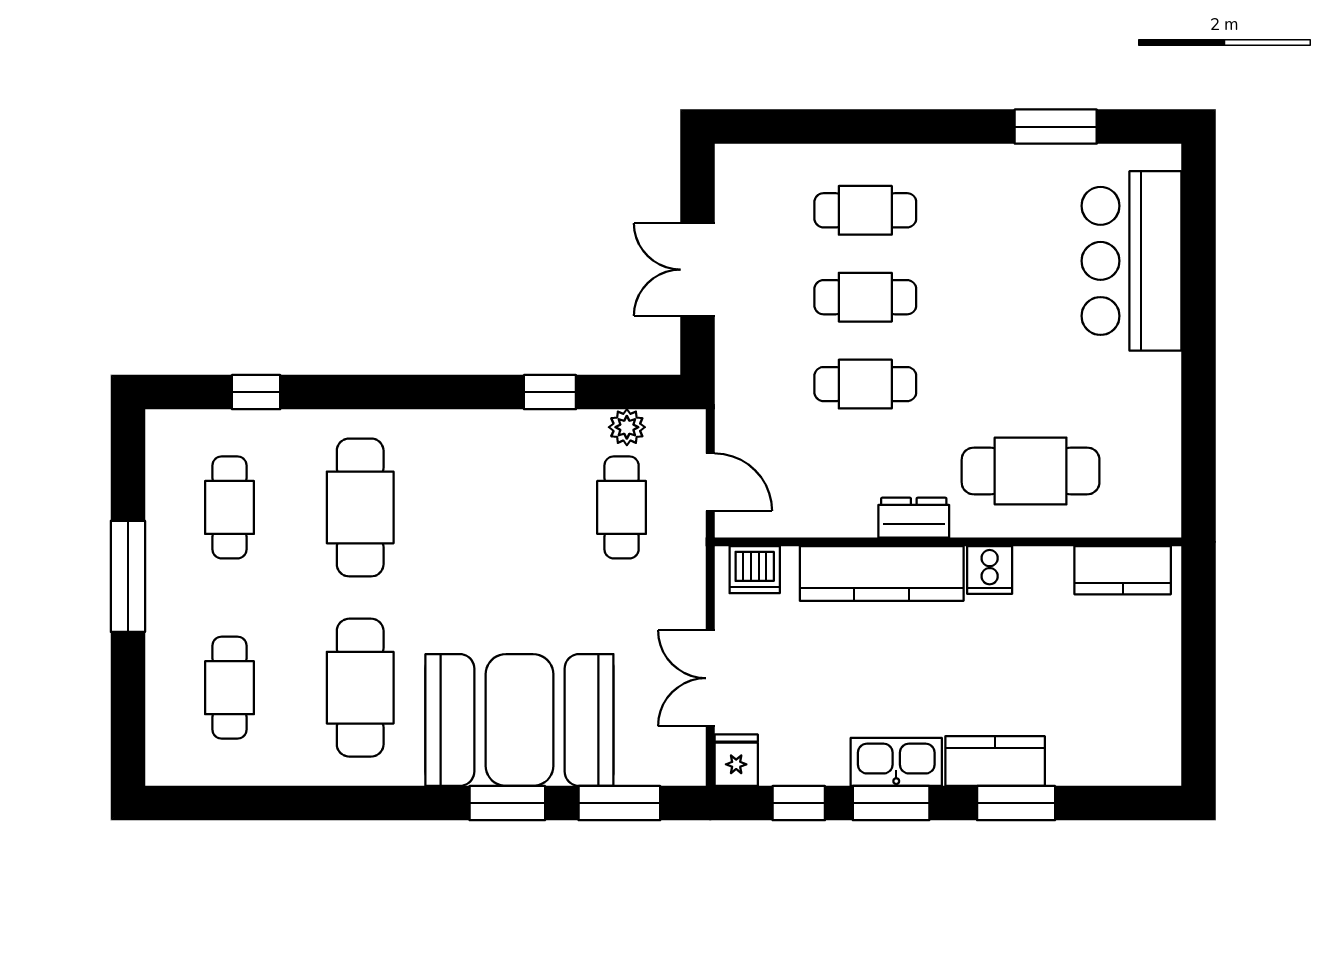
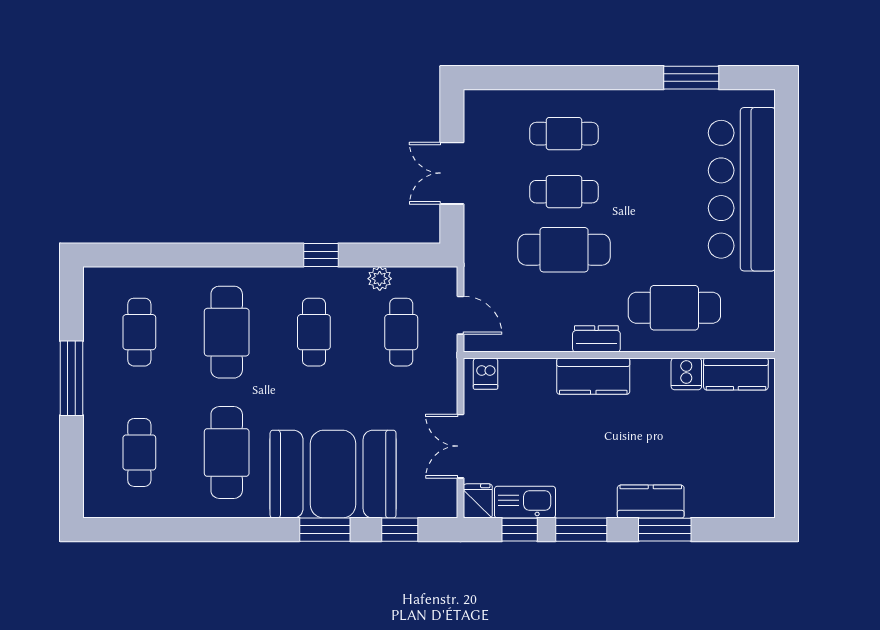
bar counter: (1131, 261) -> (742, 189), width x1.36
cafe table: (865, 384) -> (564, 250), width x1.37, depth x1.35
window: (256, 392) -> (157, 255), removed
window: (550, 392) -> (321, 255), moved
plant: (627, 427) -> (380, 279), moved
cafe table: (491, 507) -> (314, 332), added
dishwasher: (755, 570) -> (486, 374), width x0.73
cooker: (990, 570) -> (686, 374), moved
kitchen counter: (882, 573) -> (593, 376), width x0.67
kitchen sink: (896, 762) -> (525, 502), moved
window: (619, 803) -> (400, 530), width x0.67

